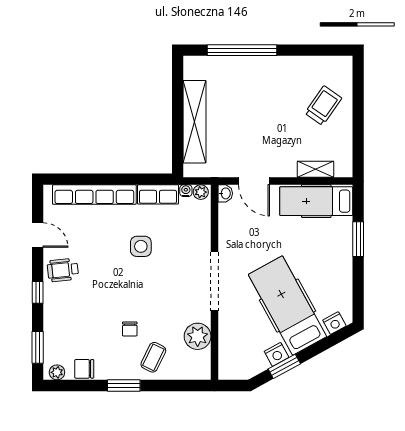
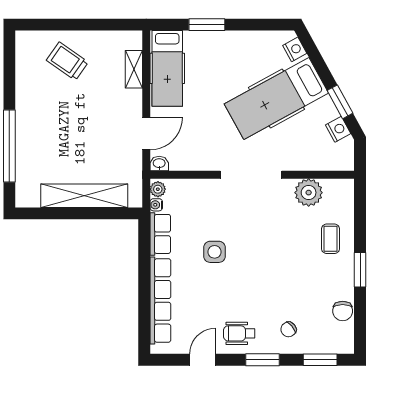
wheelchair: (63, 270) -> (239, 333), turned 96
window: (38, 292) -> (263, 360), width x1.50
chair: (130, 329) -> (289, 329), moved, turned 141
nightstand: (277, 354) -> (338, 129), moved
coffee table: (153, 357) -> (331, 239), turned 64
plant: (57, 372) -> (346, 340), removed

